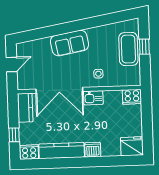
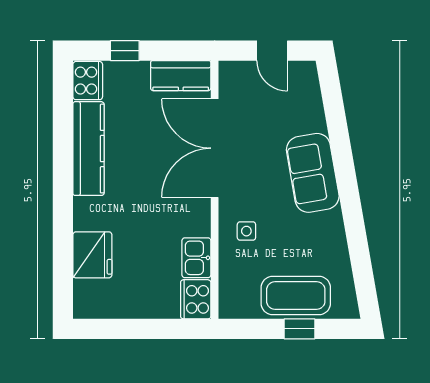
kitchen sink: (93, 98) -> (196, 258), moved
fridge: (132, 146) -> (92, 255), moved
dishwasher: (93, 150) -> (88, 214), removed

